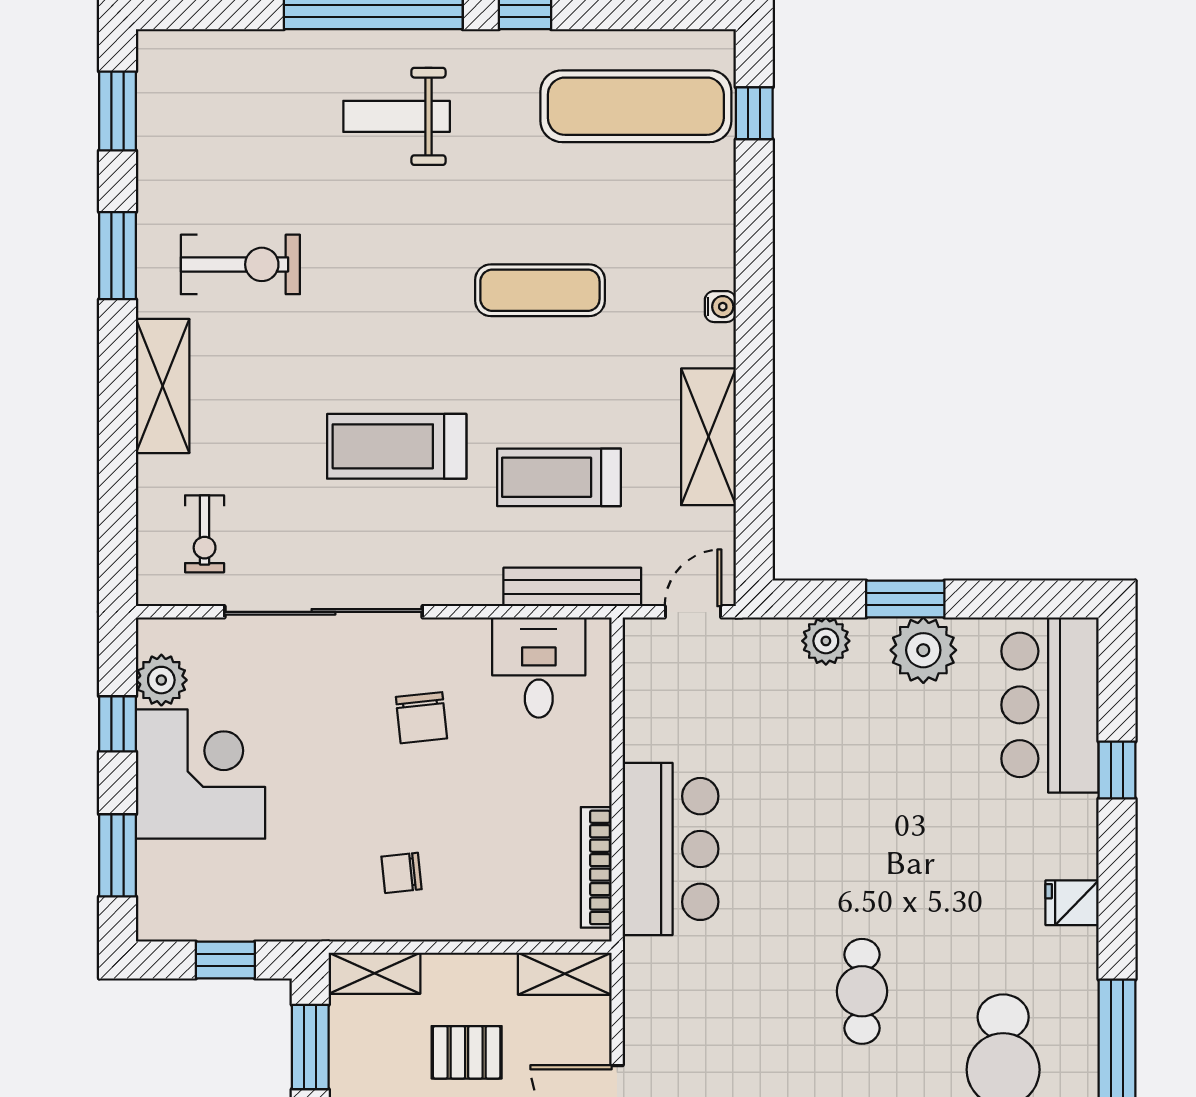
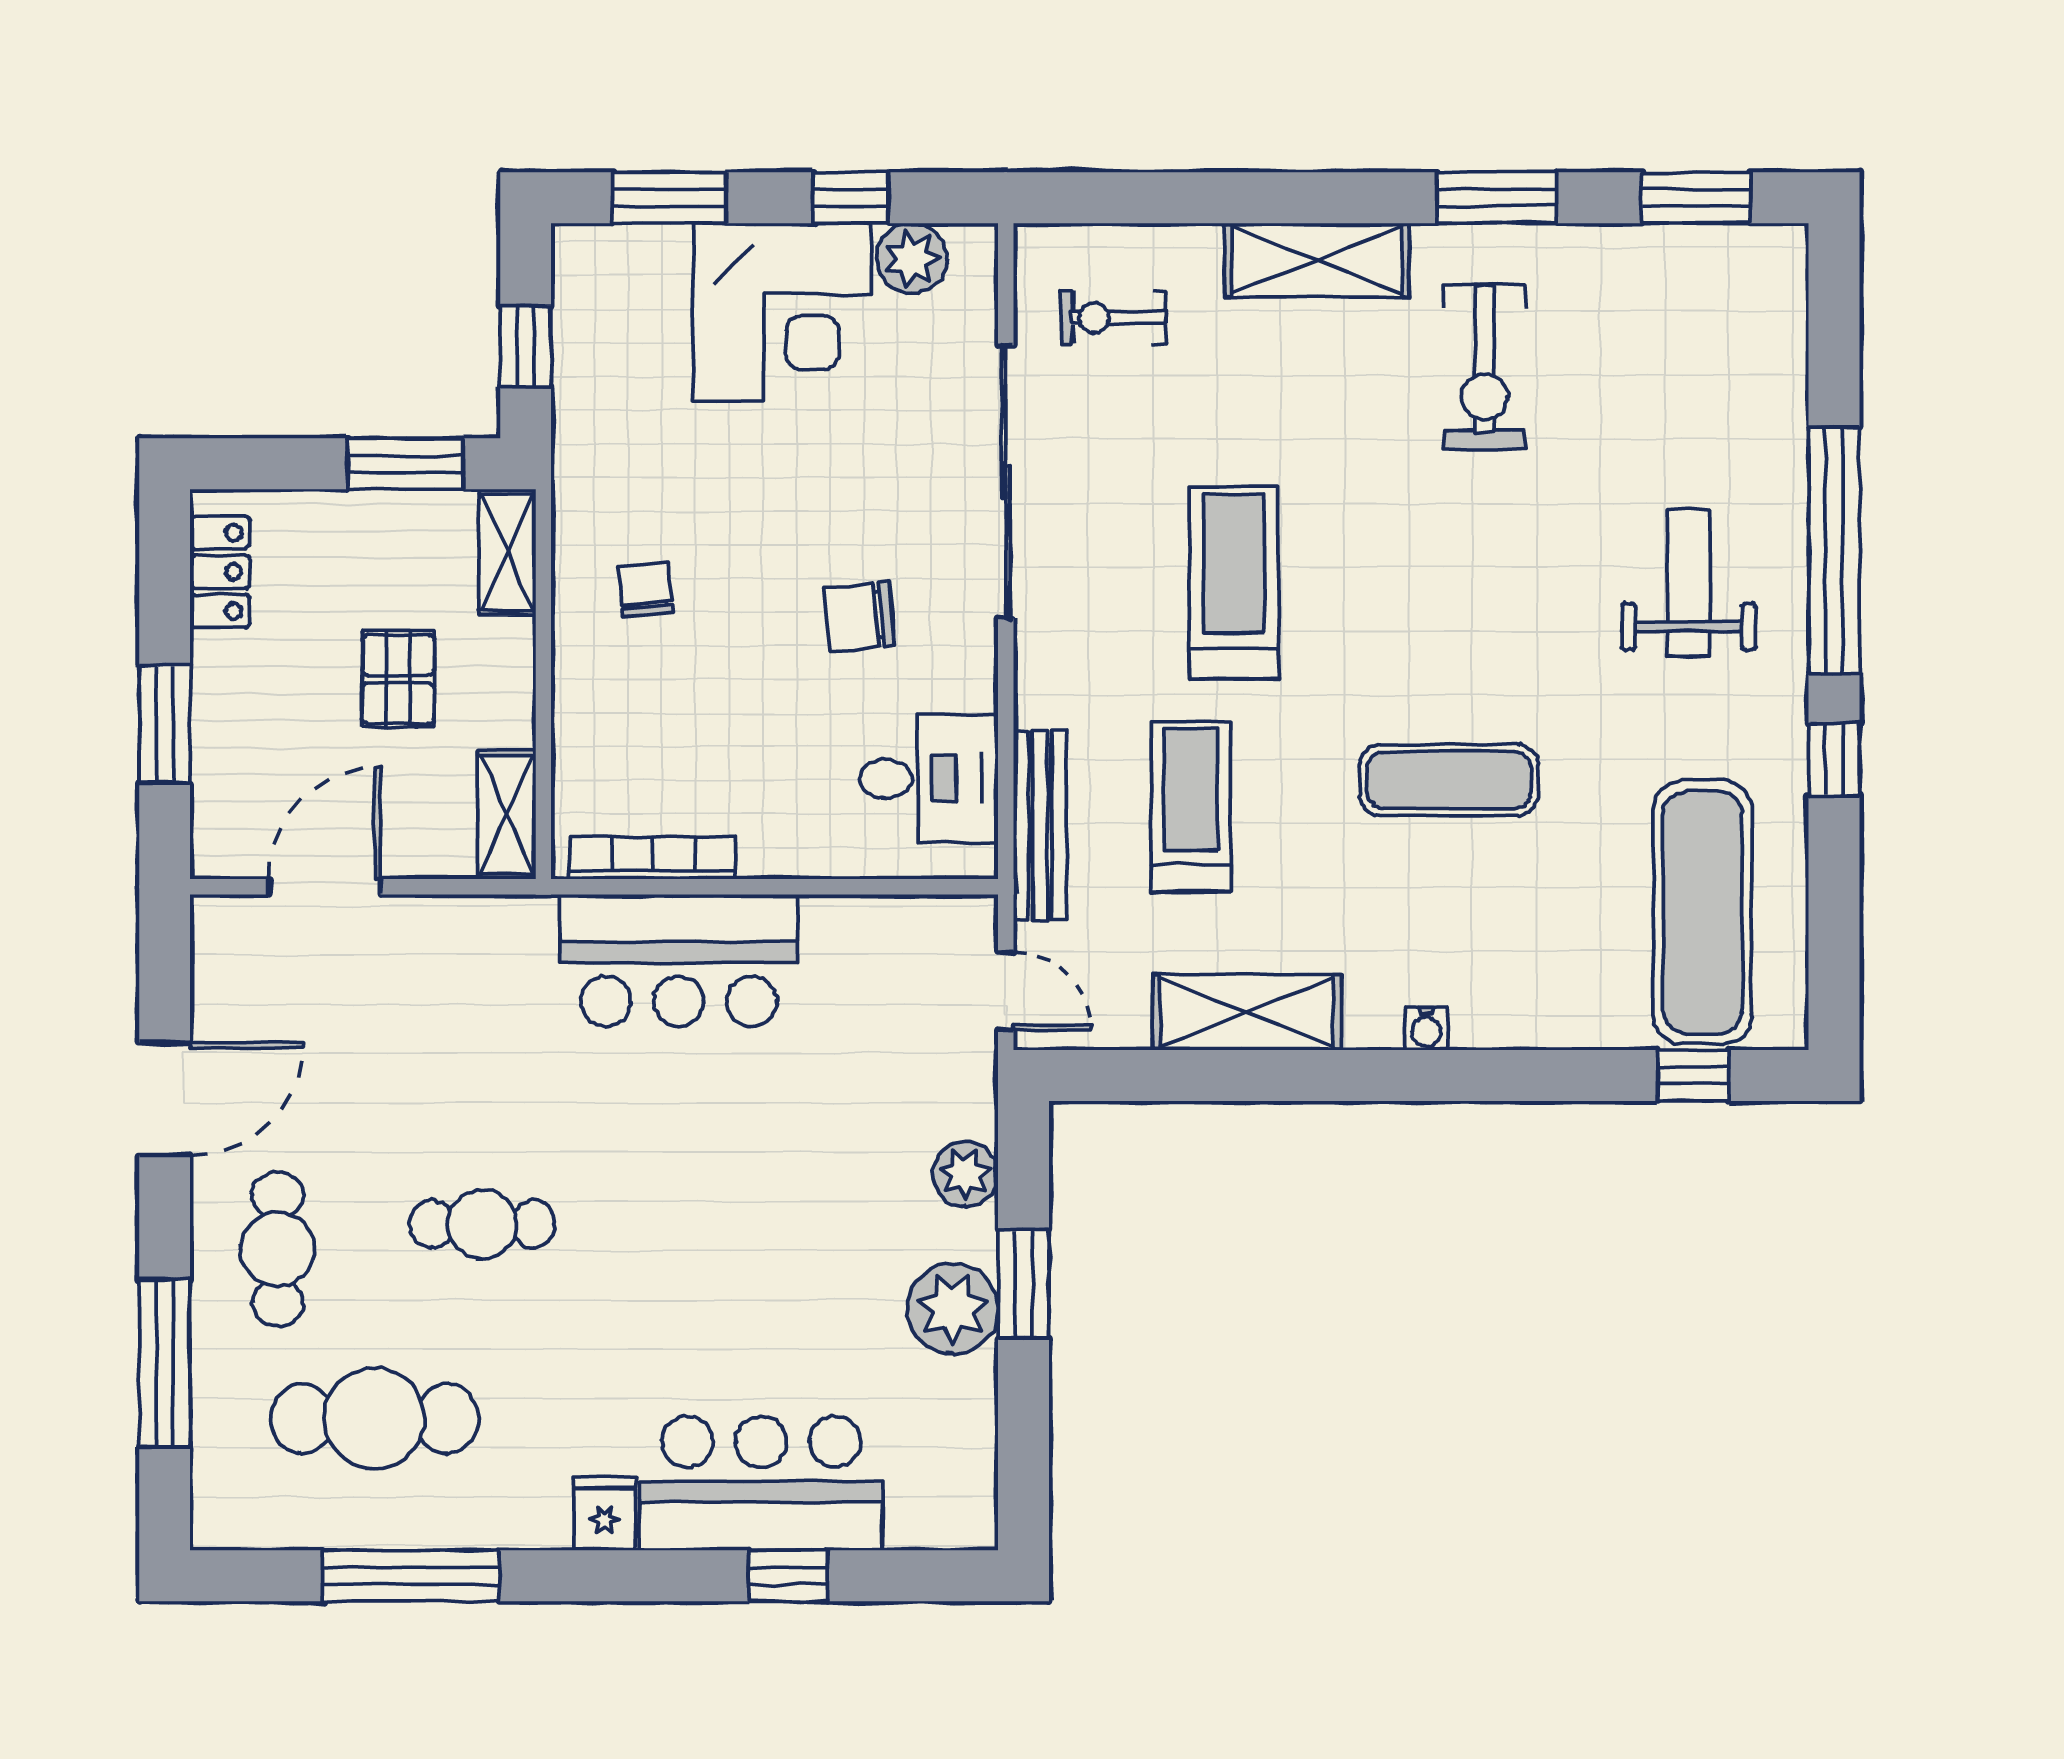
exercise mat: (540, 290) -> (1449, 780), turned 90
bar counter: (1050, 705) -> (761, 1483), moved

